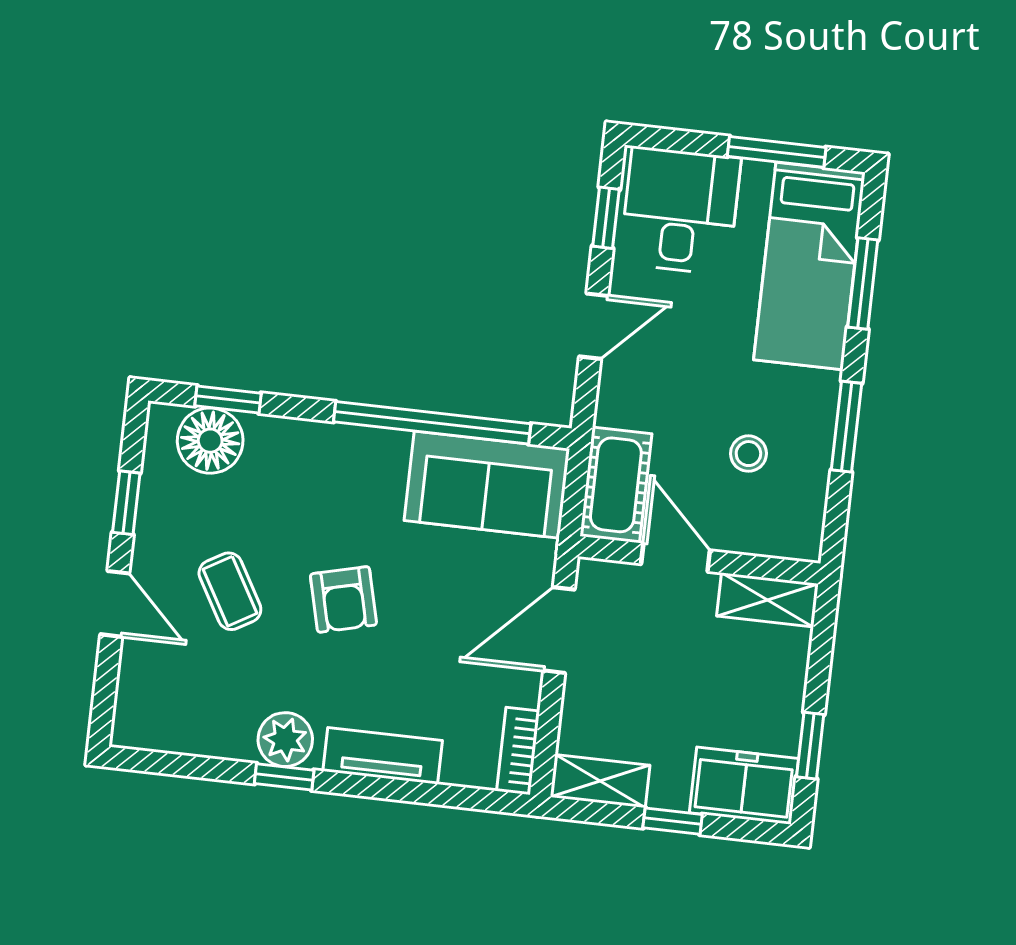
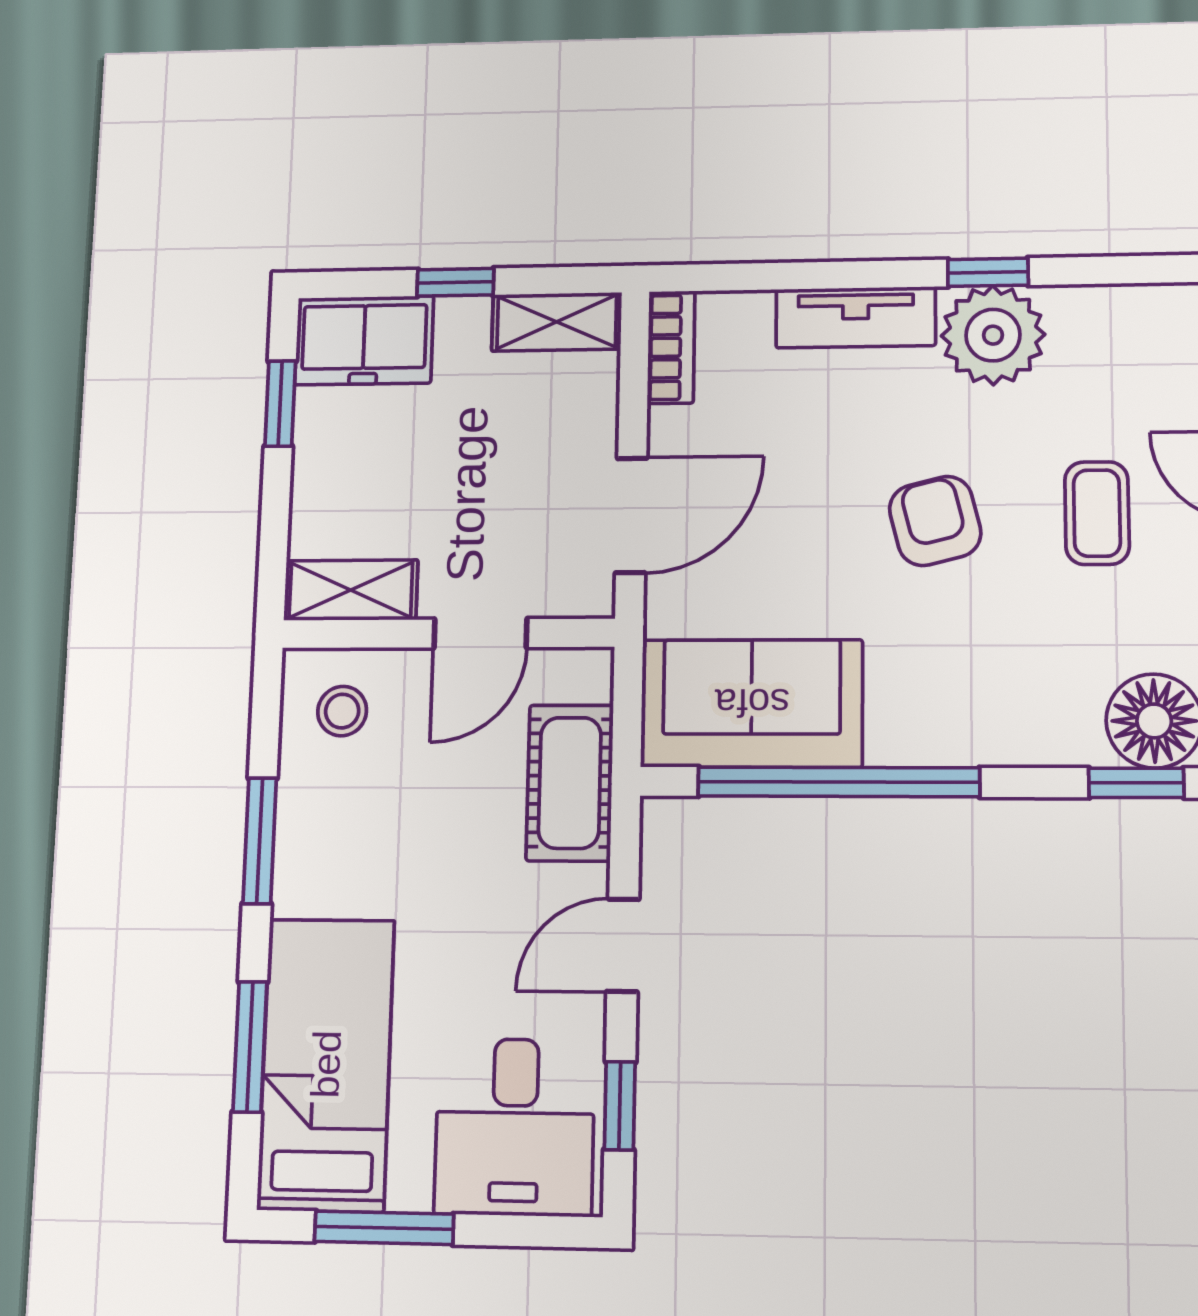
stool: (748, 454) -> (342, 711), moved
cot: (616, 485) -> (570, 783), moved
door: (675, 557) -> (480, 633), hinge flipped
coffee table: (230, 591) -> (1097, 513), turned 30
plant: (285, 740) -> (993, 335), width x1.36, depth x1.36

